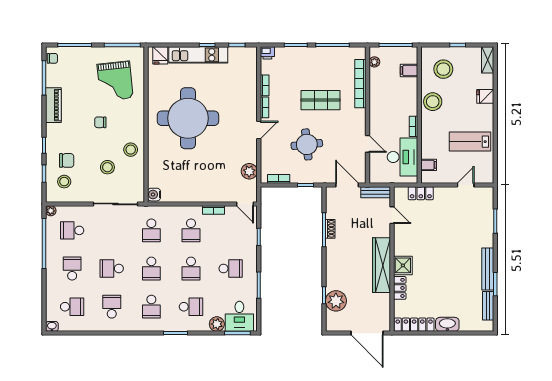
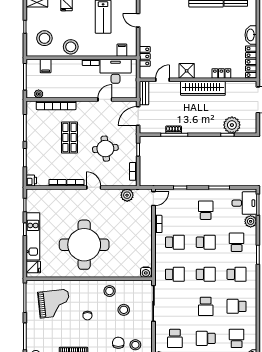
shower: (403, 265) -> (187, 71), moved

